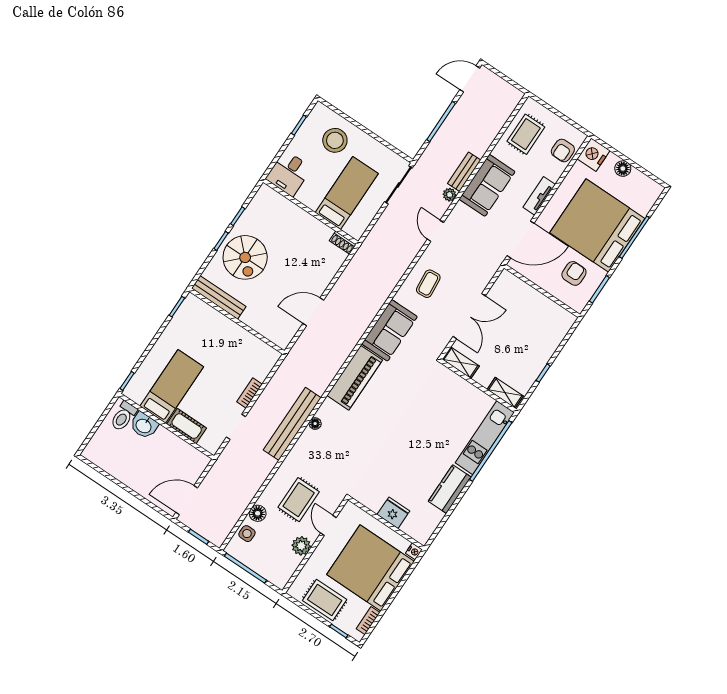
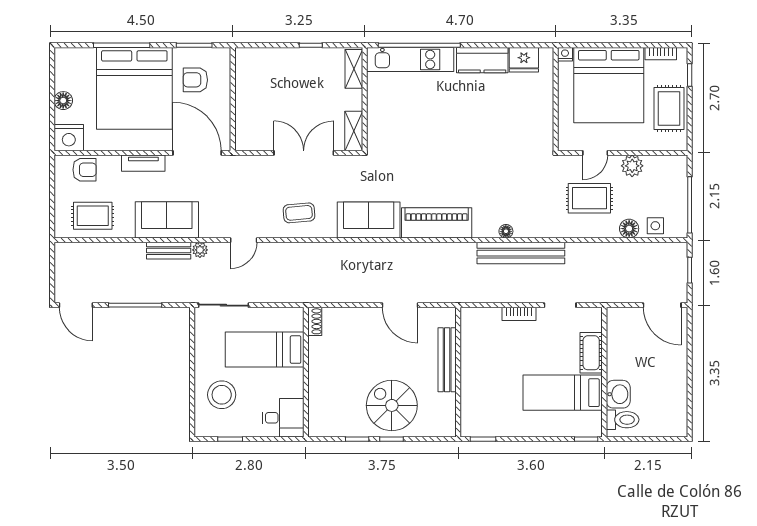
spiral stairs: (245, 257) -> (392, 405), turned -90
bench: (219, 297) -> (447, 360), moved
fridge: (393, 513) -> (524, 60), moved, turned -90

